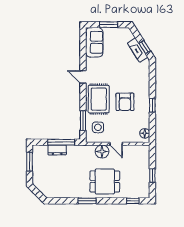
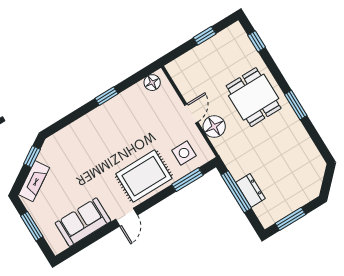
sofa: (94, 42) -> (83, 222), moved
fireplace: (138, 50) -> (34, 181), moved
armchair: (125, 102) -> (125, 137), removed

